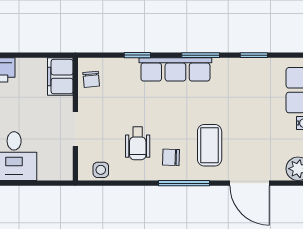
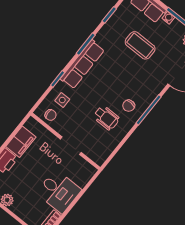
filing cabinet: (60, 77) -> (21, 142), moved, turned -90
coffee table: (210, 145) -> (140, 45), moved
side table: (101, 170) -> (62, 100), moved

